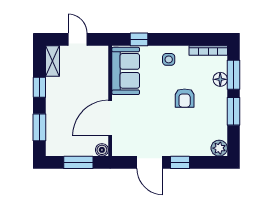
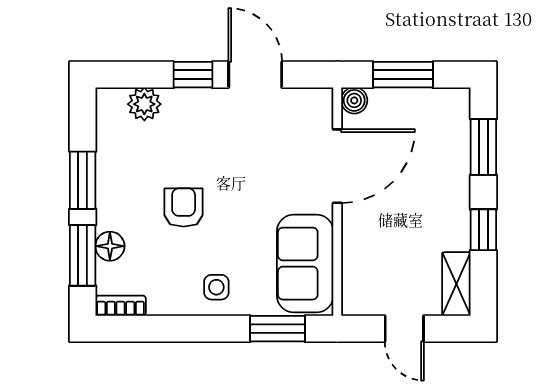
window: (139, 39) -> (278, 329), width x1.50
bookcase: (208, 50) -> (121, 306), width x0.64
plant: (219, 148) -> (144, 104), moved

